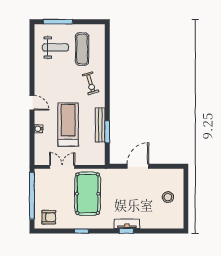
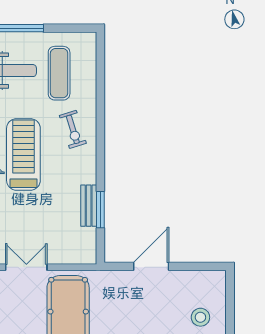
treadmill: (68, 125) -> (23, 154), moved
bench: (100, 125) -> (89, 206), width x0.73

